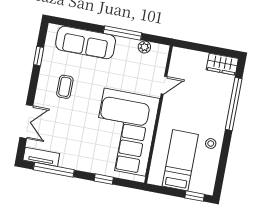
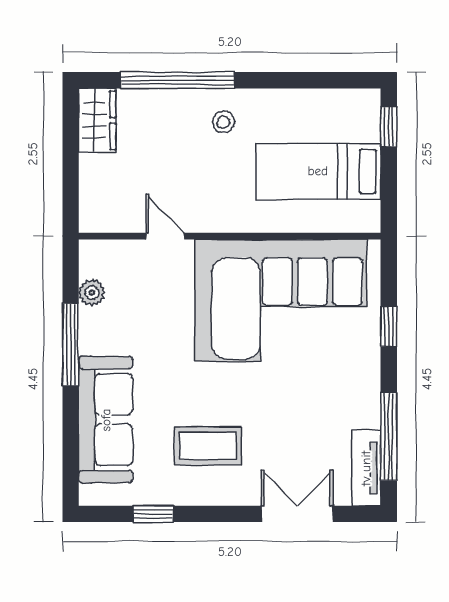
coffee table: (65, 87) -> (208, 446), width x1.36, depth x1.30
stool: (211, 143) -> (223, 122), moved

